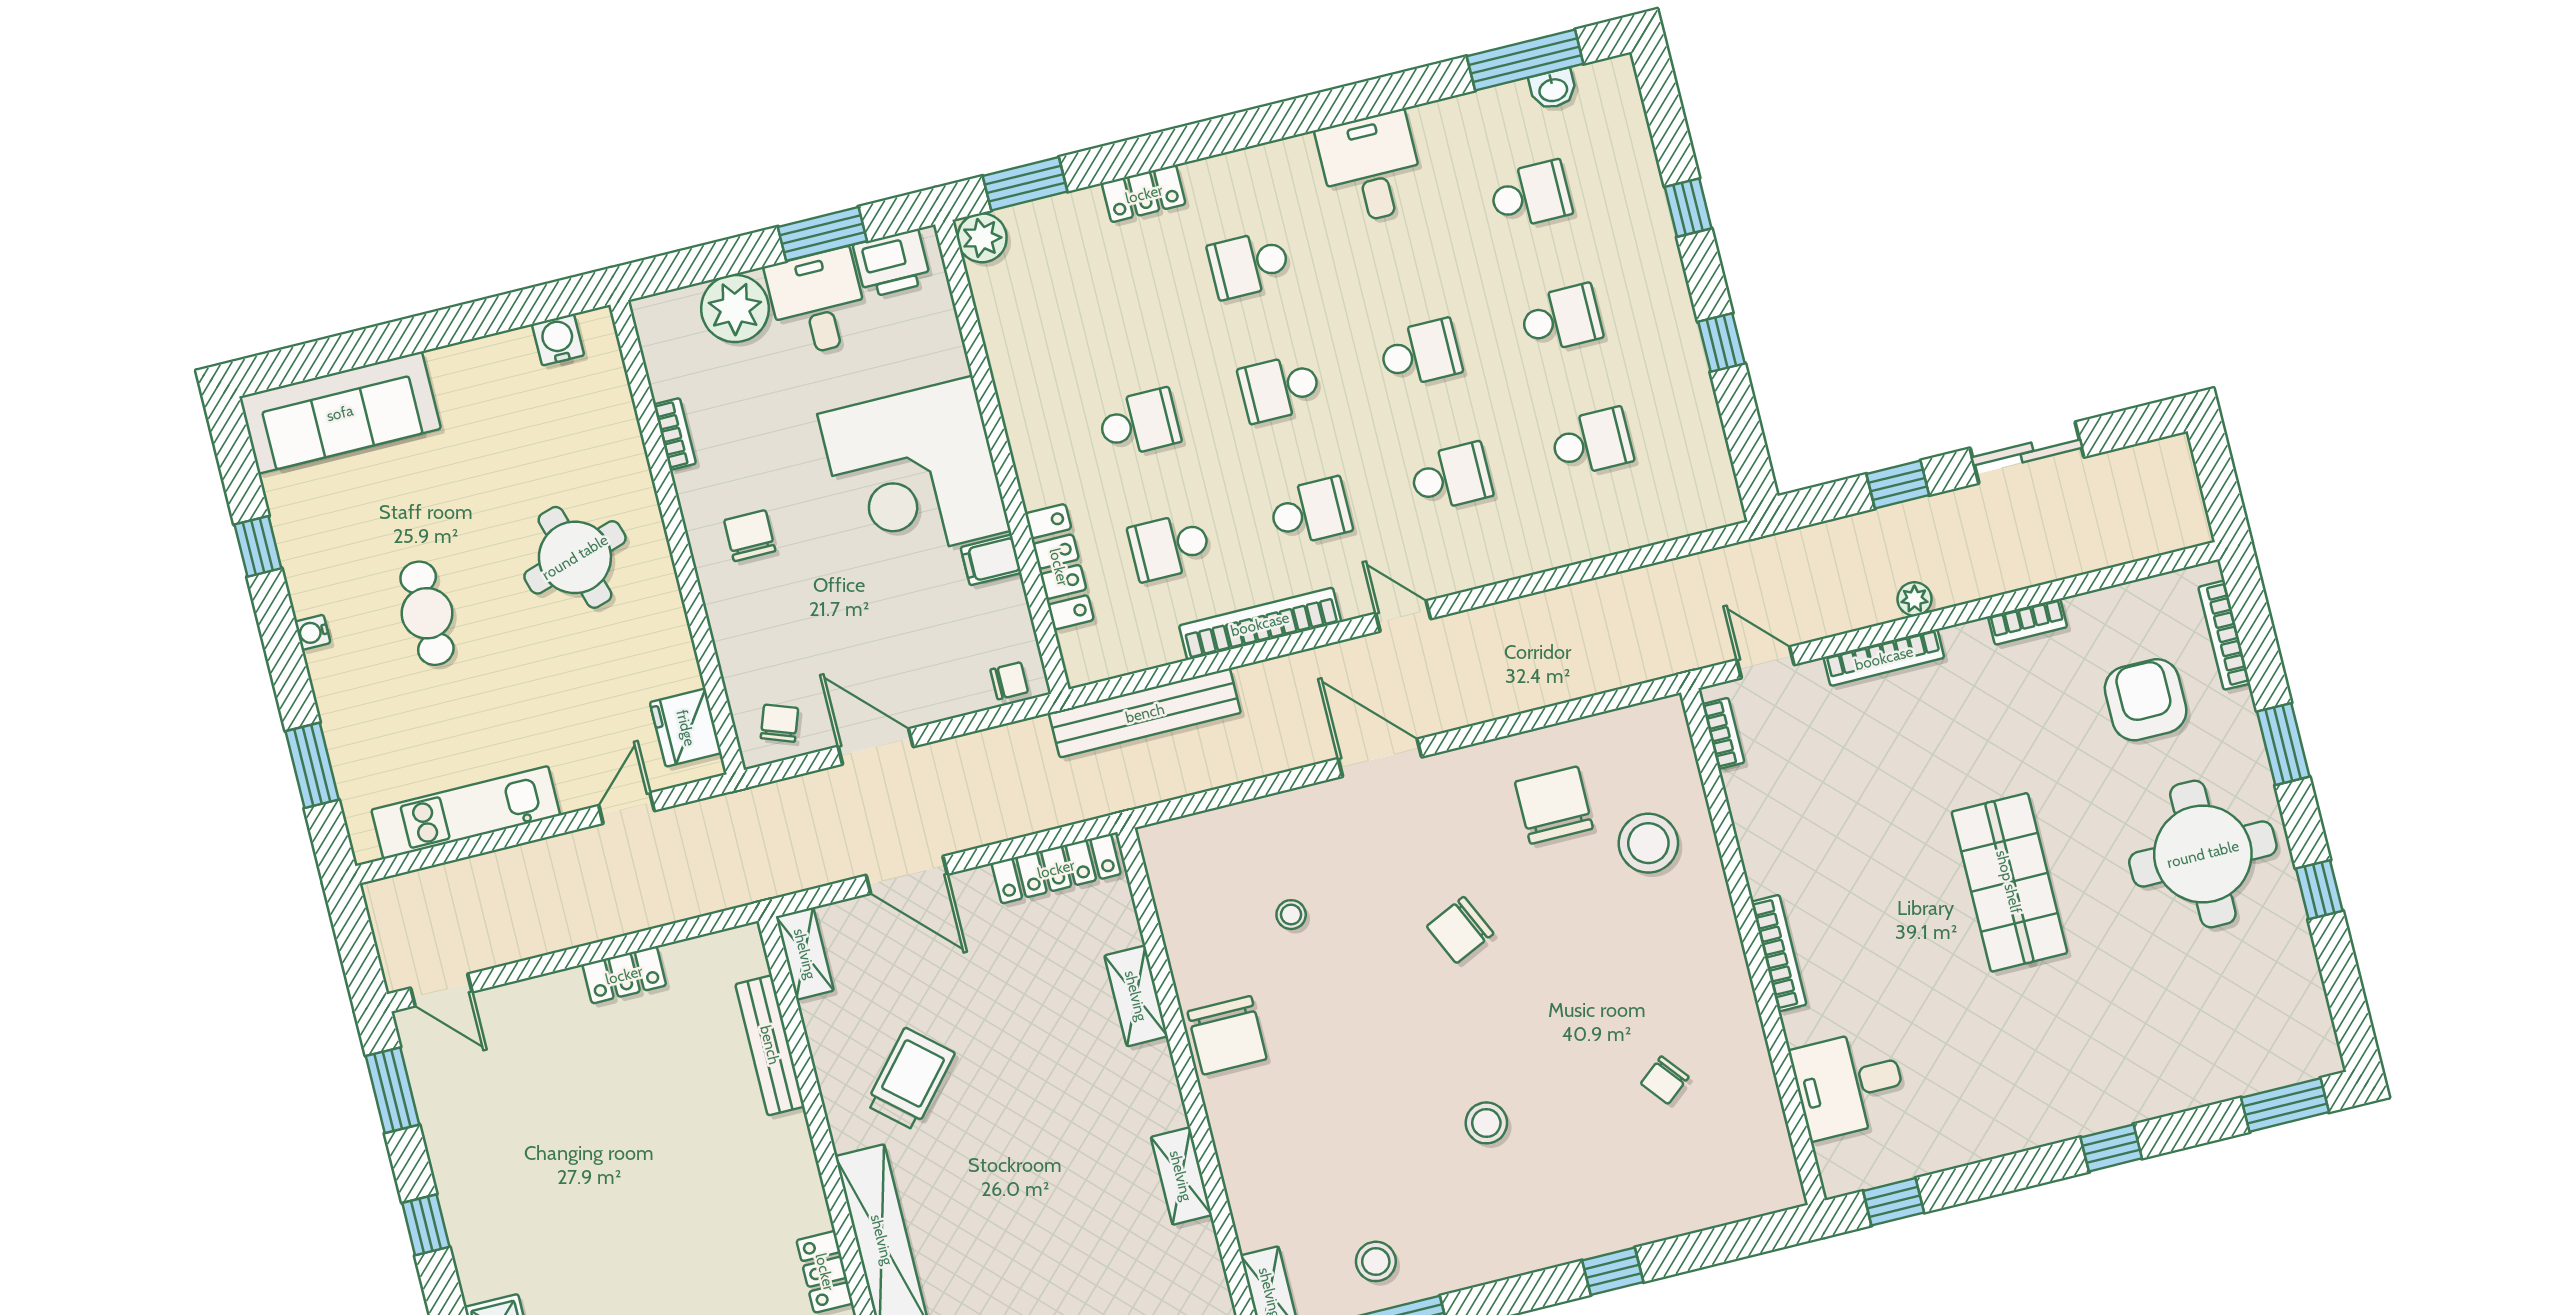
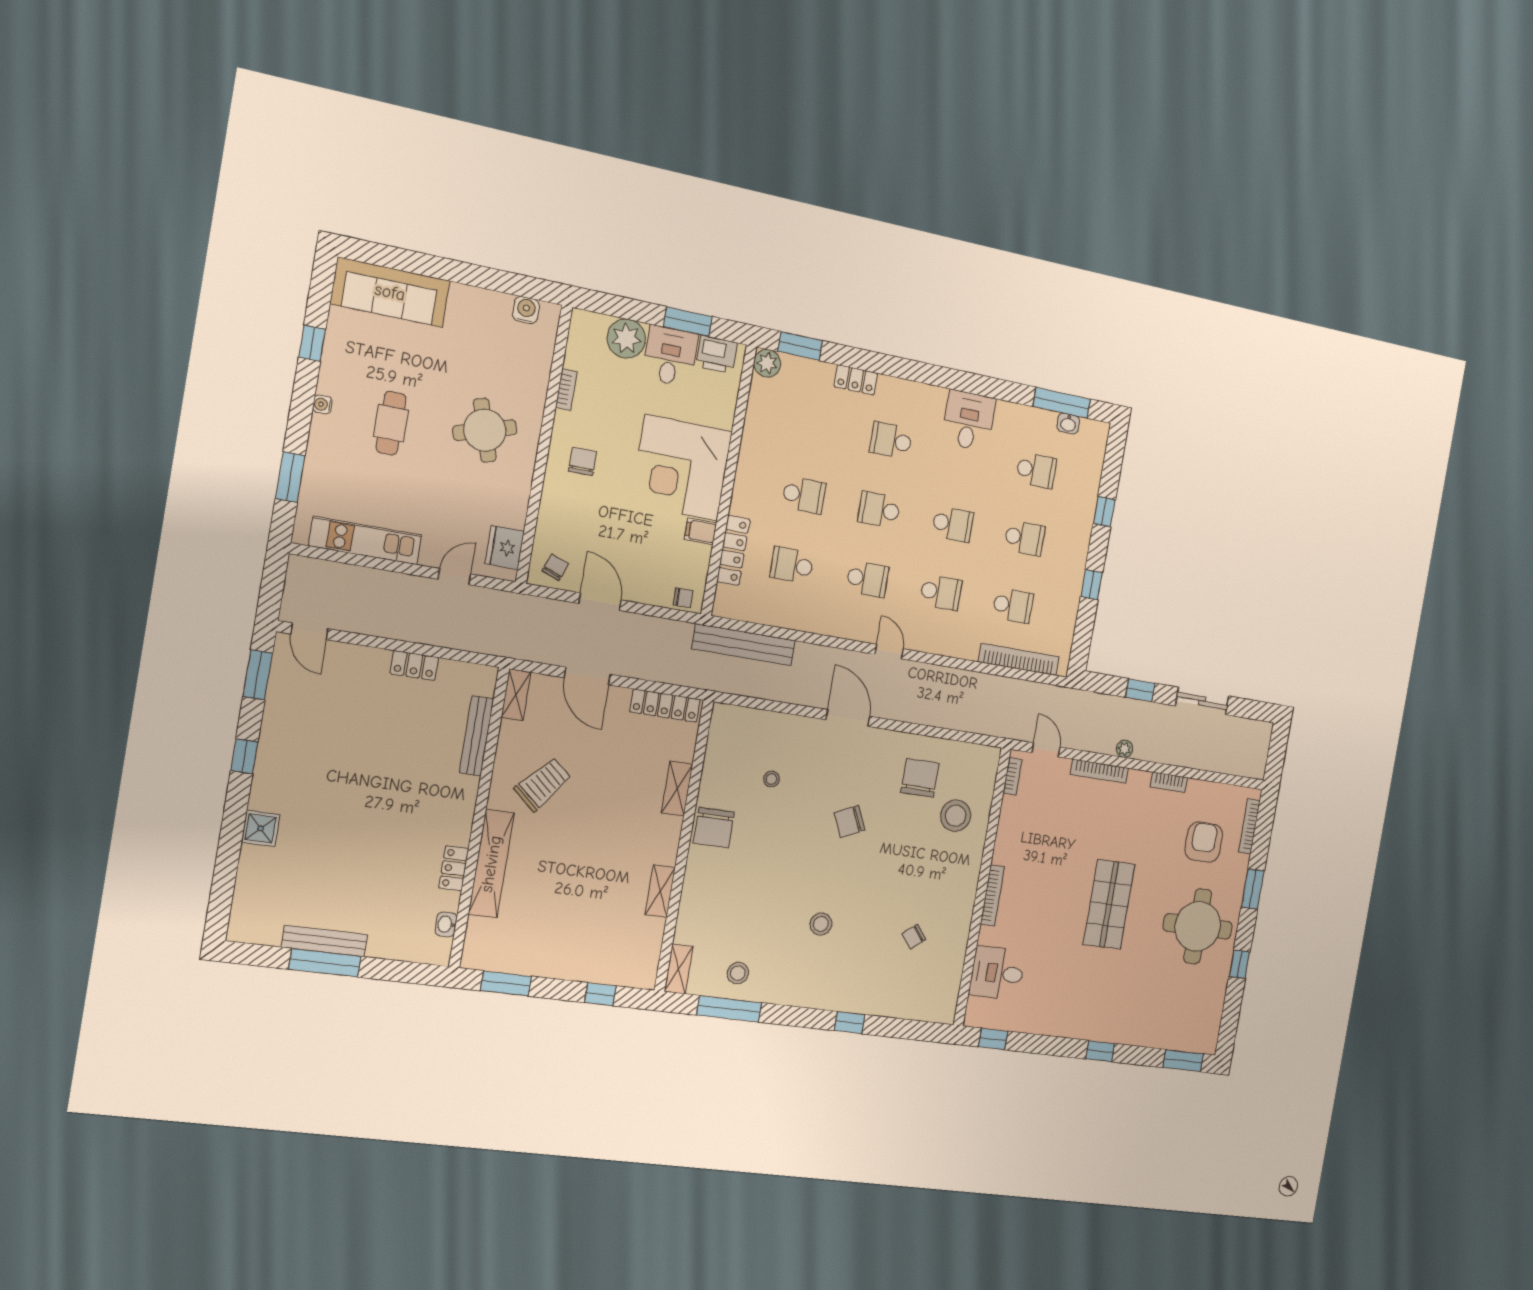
bookcase: (1260, 624) -> (1019, 659), moved

